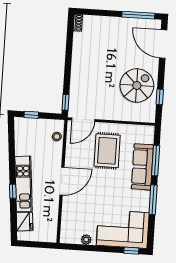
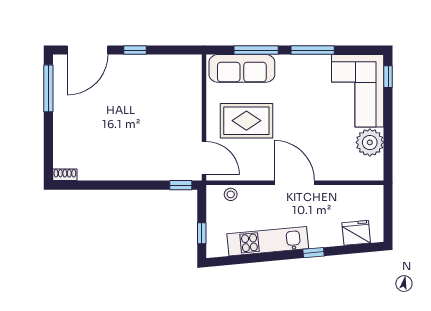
spiral stairs: (137, 85) -> (150, 84), removed
window: (160, 97) -> (135, 50), moved
sofa: (142, 167) -> (242, 68), moved
kitchen unit: (23, 184) -> (268, 241), moved
plant: (86, 240) -> (370, 142), width x1.88, depth x1.88

